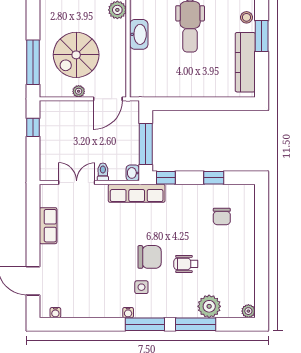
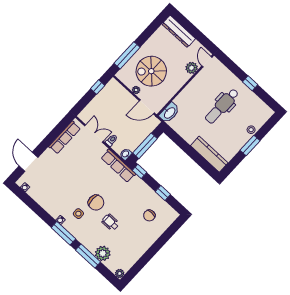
washbasin: (139, 34) -> (169, 113), moved
kitchen counter: (245, 62) -> (209, 154), moved, turned 90
row of seats: (48, 226) -> (65, 137), width x1.48

